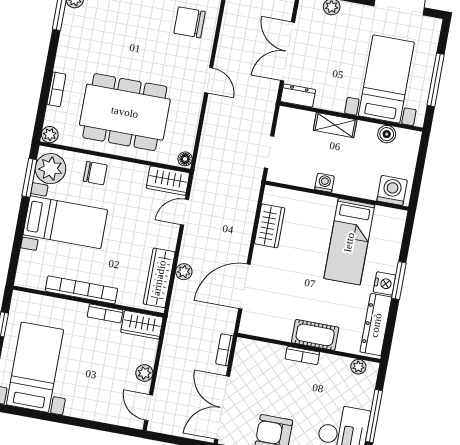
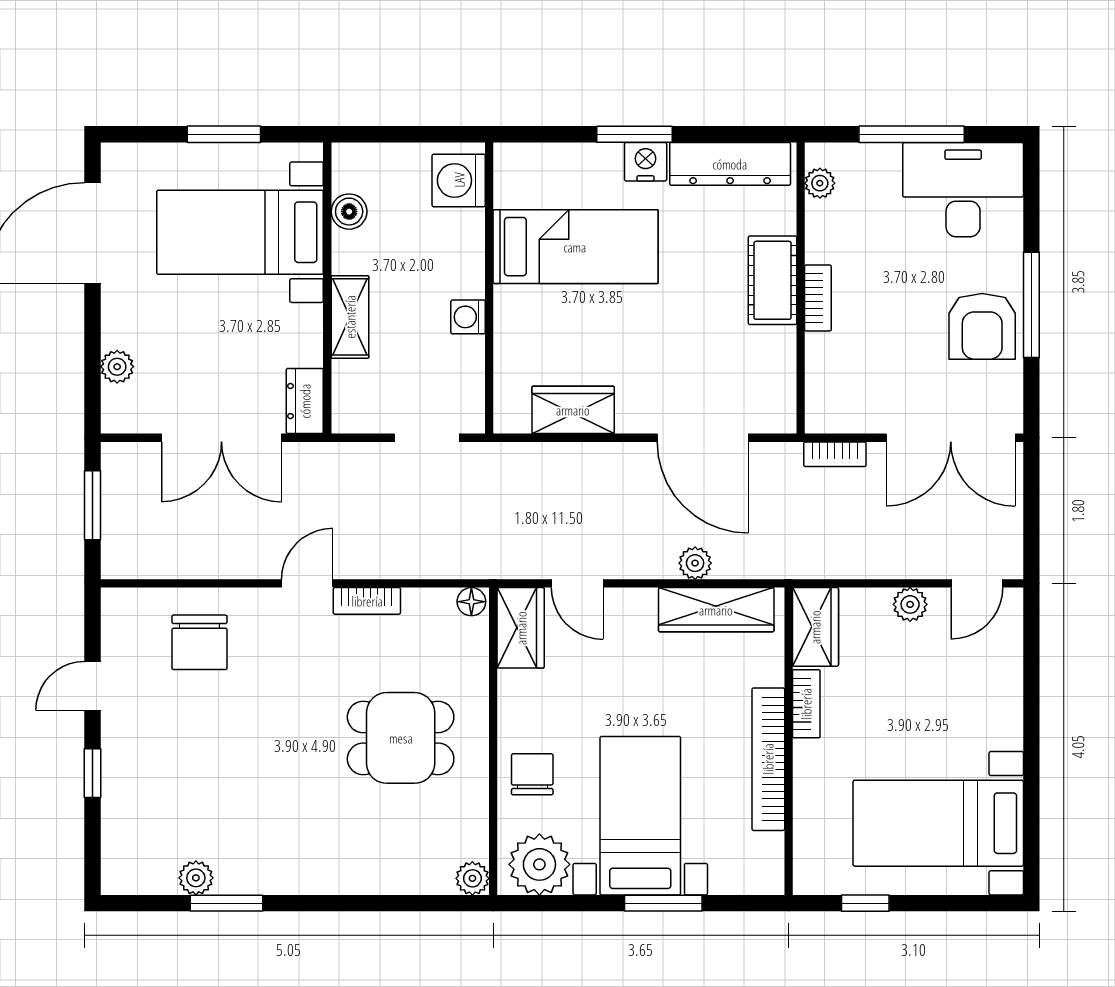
window: (436, 80) -> (224, 134), width x0.69
bookcase: (56, 89) -> (367, 601), moved, turned 180
dining table: (125, 112) -> (401, 738), width x0.53, depth x0.80
window: (29, 178) -> (663, 903), moved

